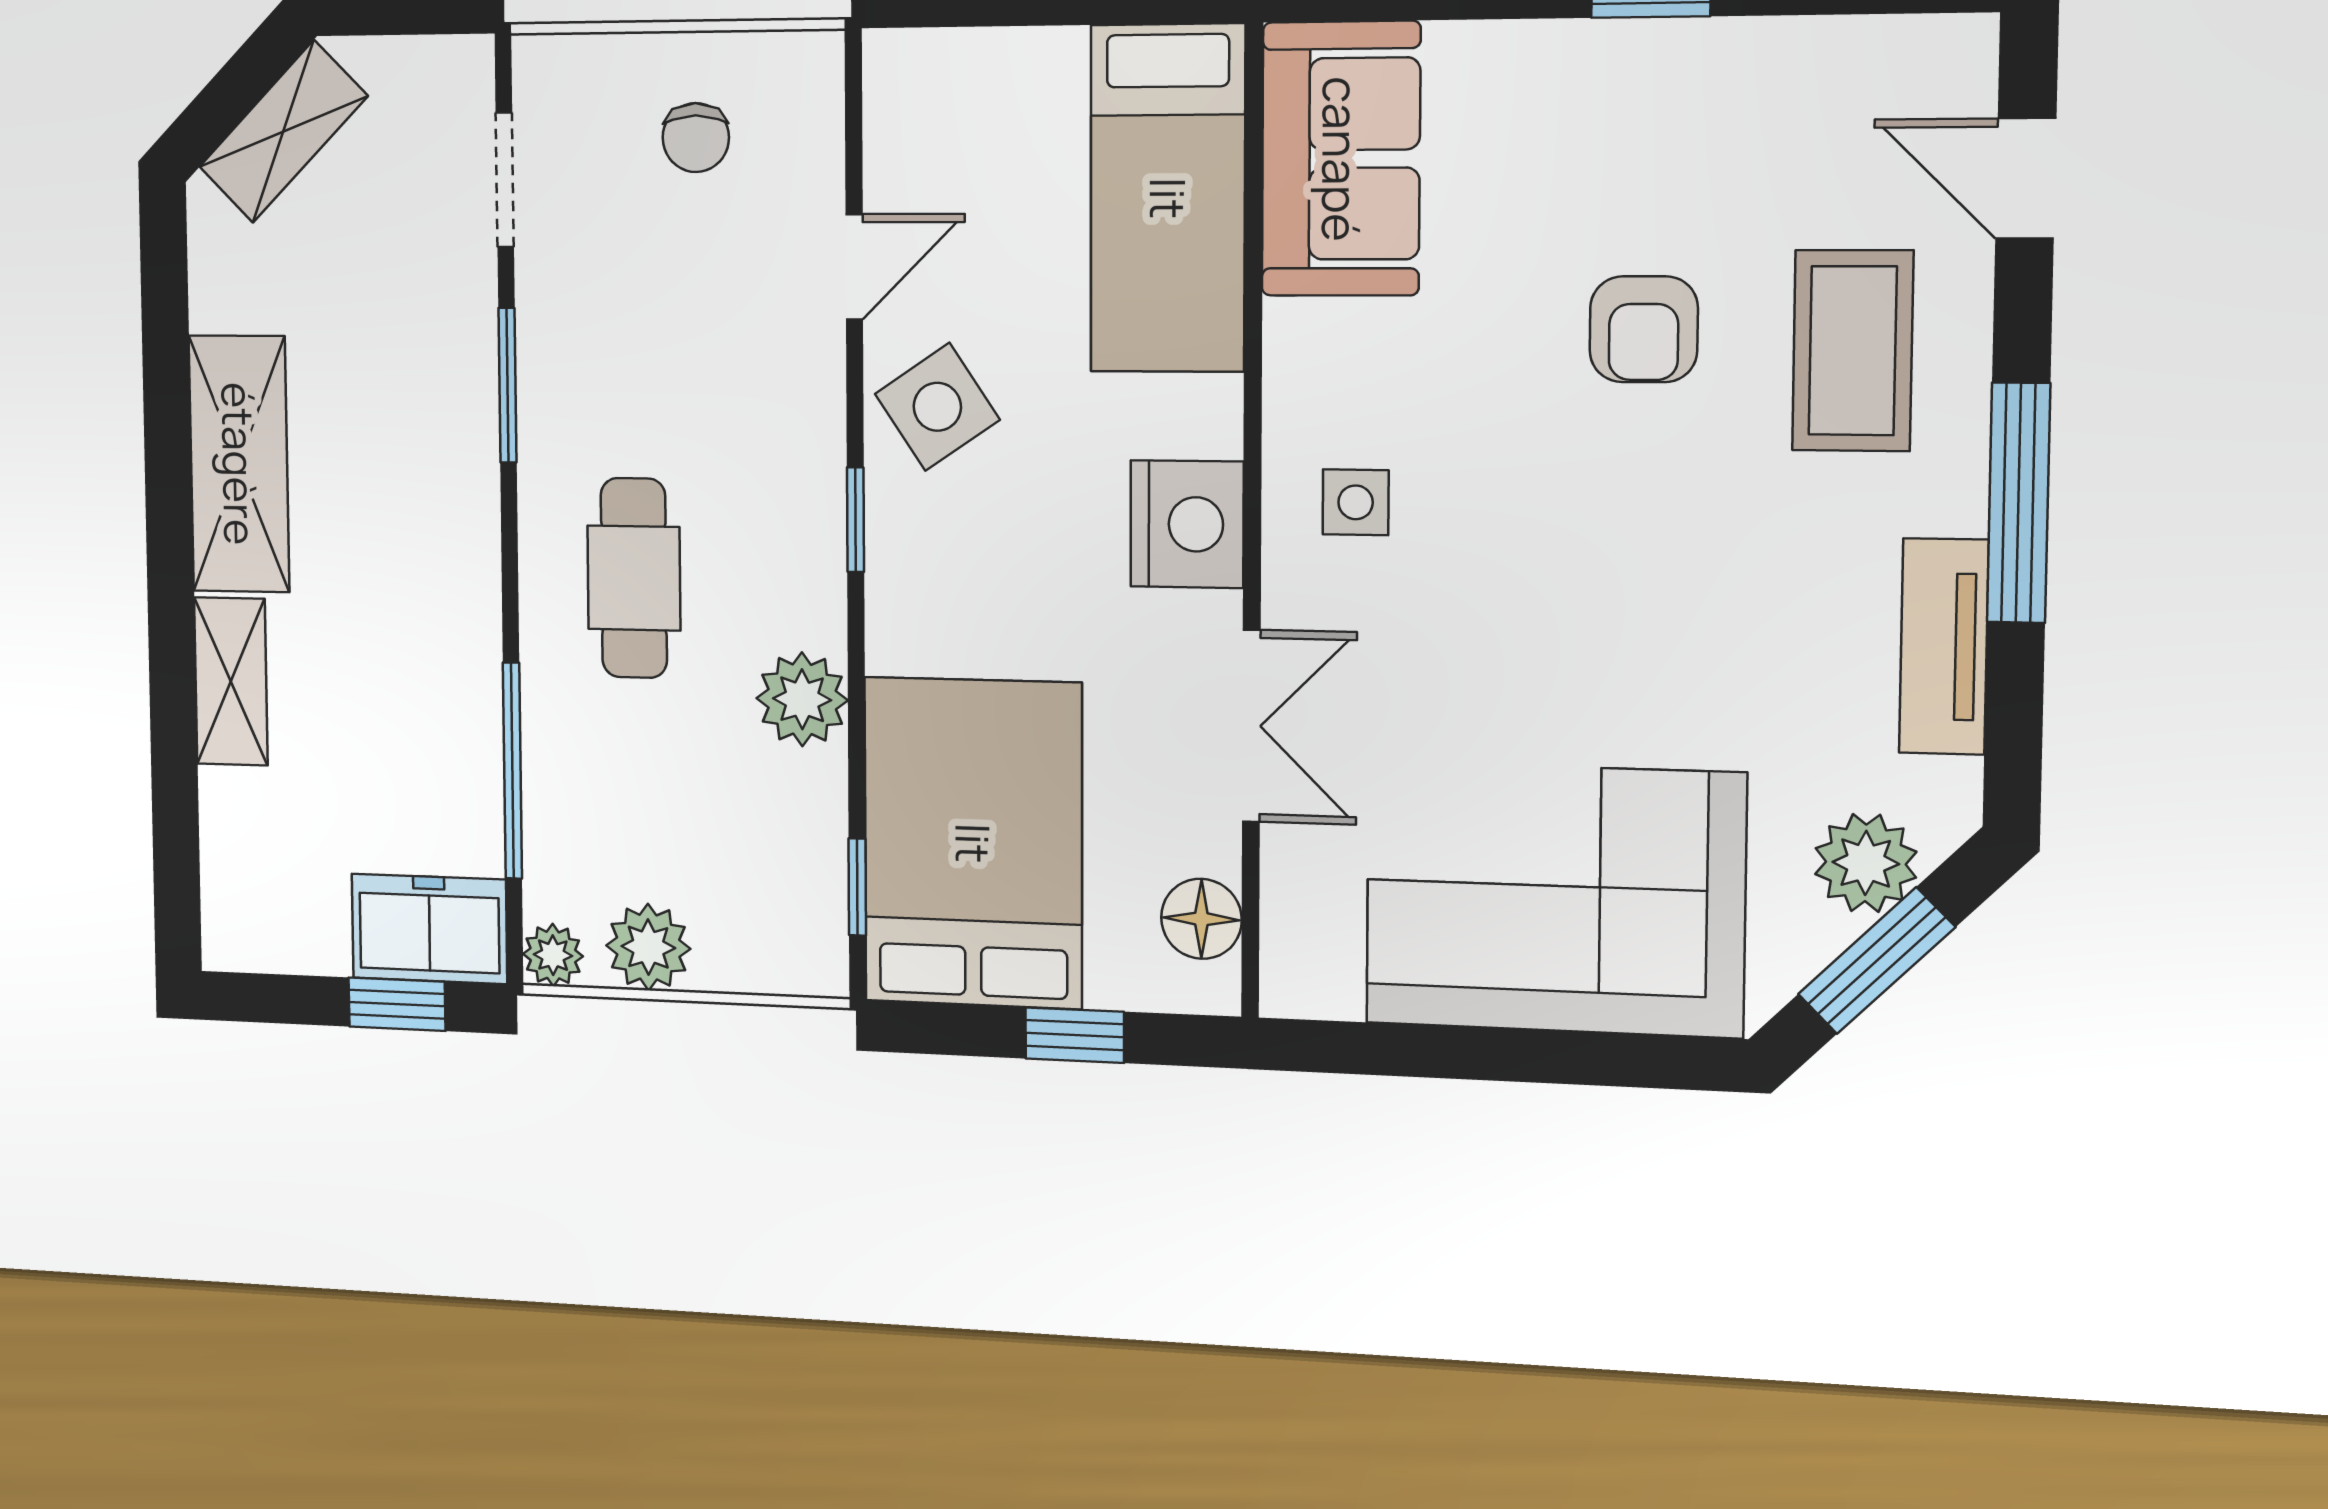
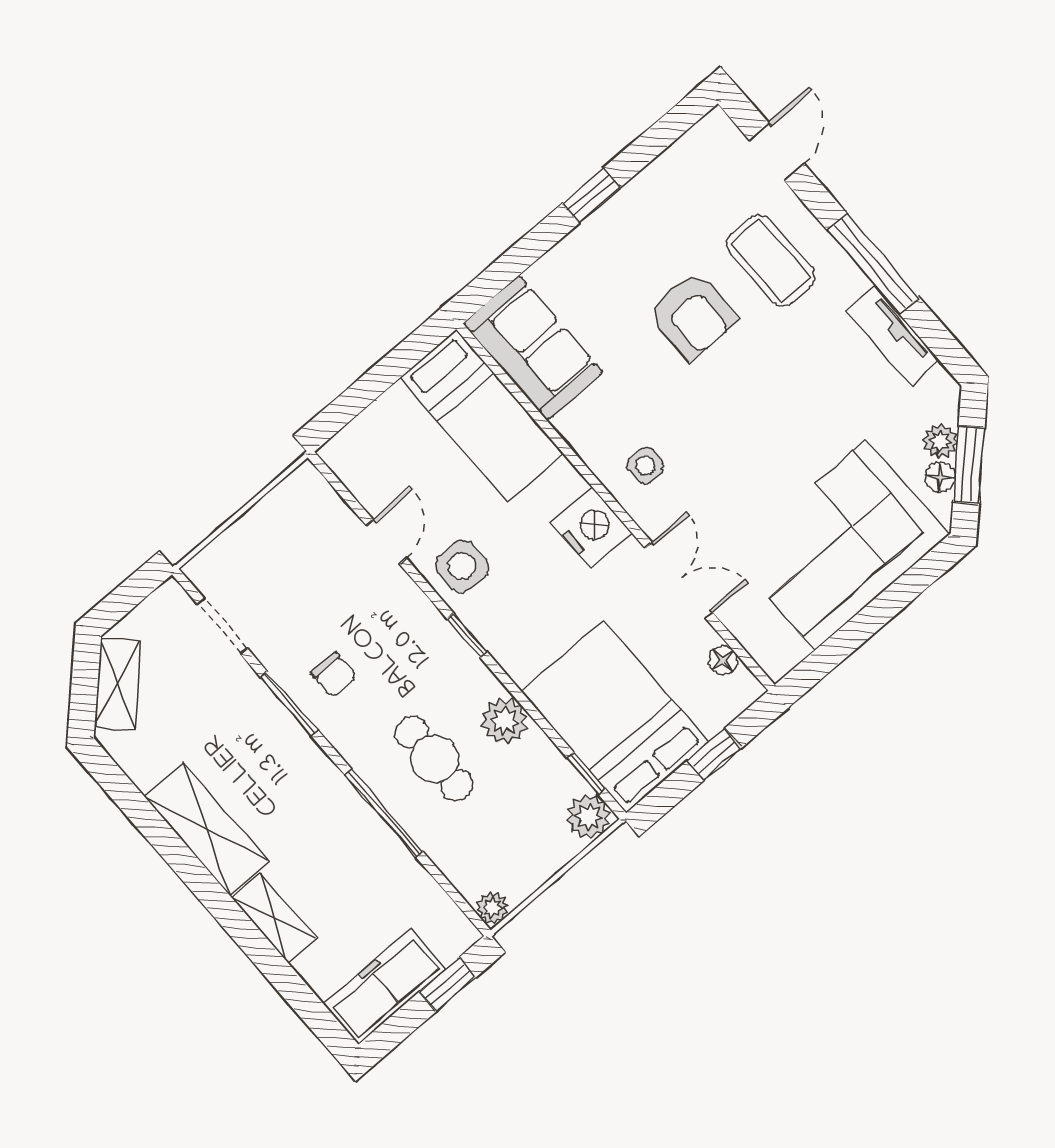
chair: (696, 138) -> (334, 675), moved
door: (2026, 178) -> (777, 152), swing flipped
armchair: (1644, 329) -> (693, 315), width x1.38, depth x1.38
side table: (937, 407) -> (462, 566), turned 34
cafe table: (634, 578) -> (434, 759), moved
window: (512, 771) -> (384, 813), moved
plant: (1866, 863) -> (940, 441), width x0.73, depth x0.73
floor lamp: (1201, 919) -> (723, 660), width x0.73, depth x0.73
freezer: (429, 929) -> (385, 986), moved, width x1.40
floor lamp: (1813, 937) -> (940, 477), added
plant: (648, 947) -> (589, 817), moved

